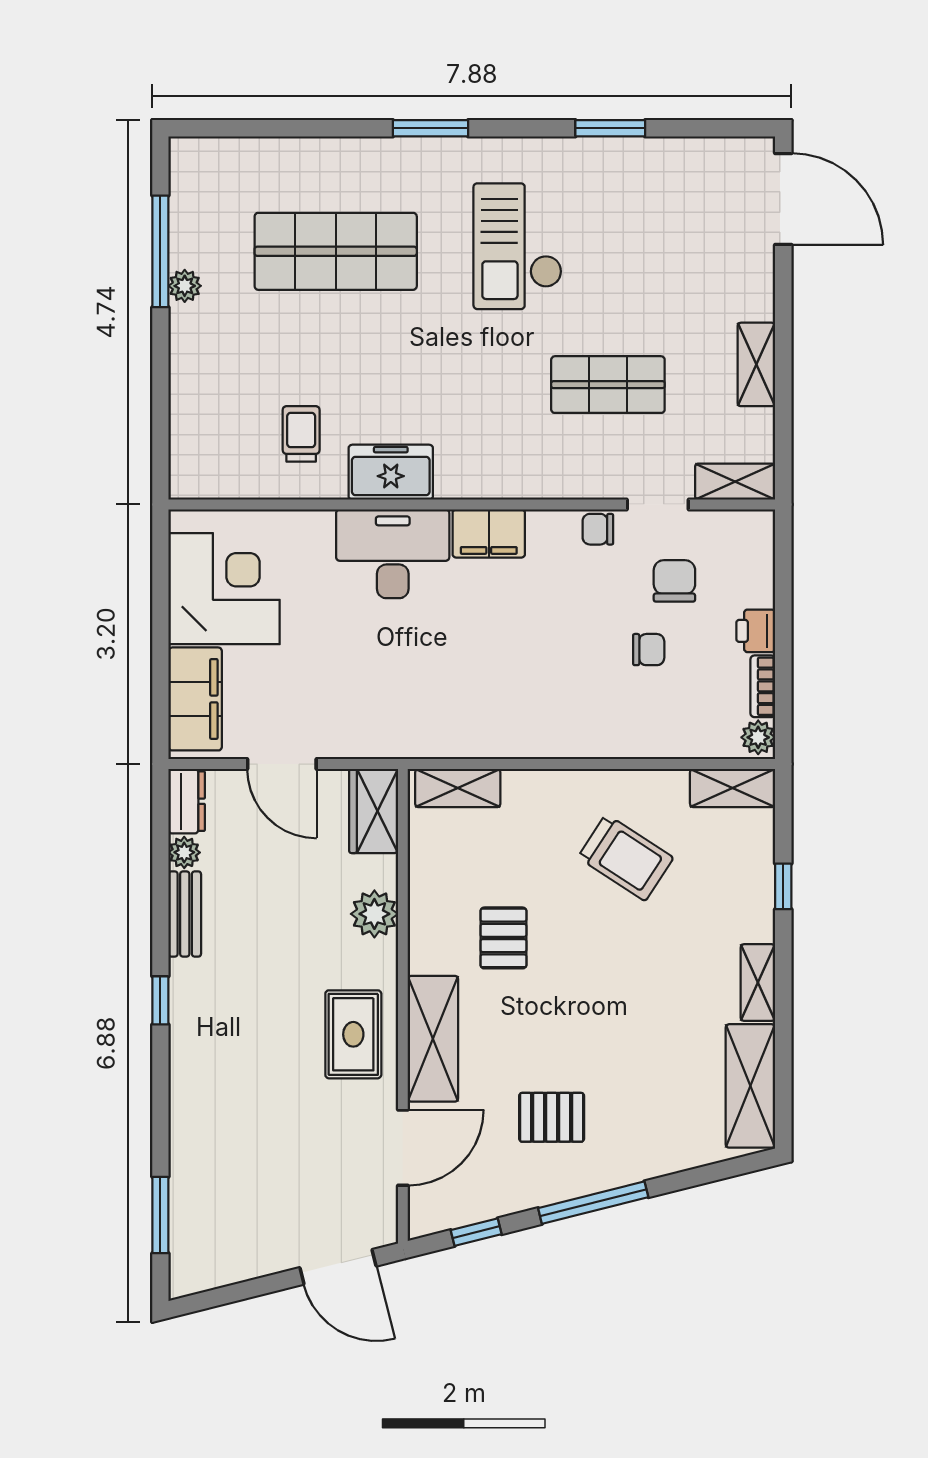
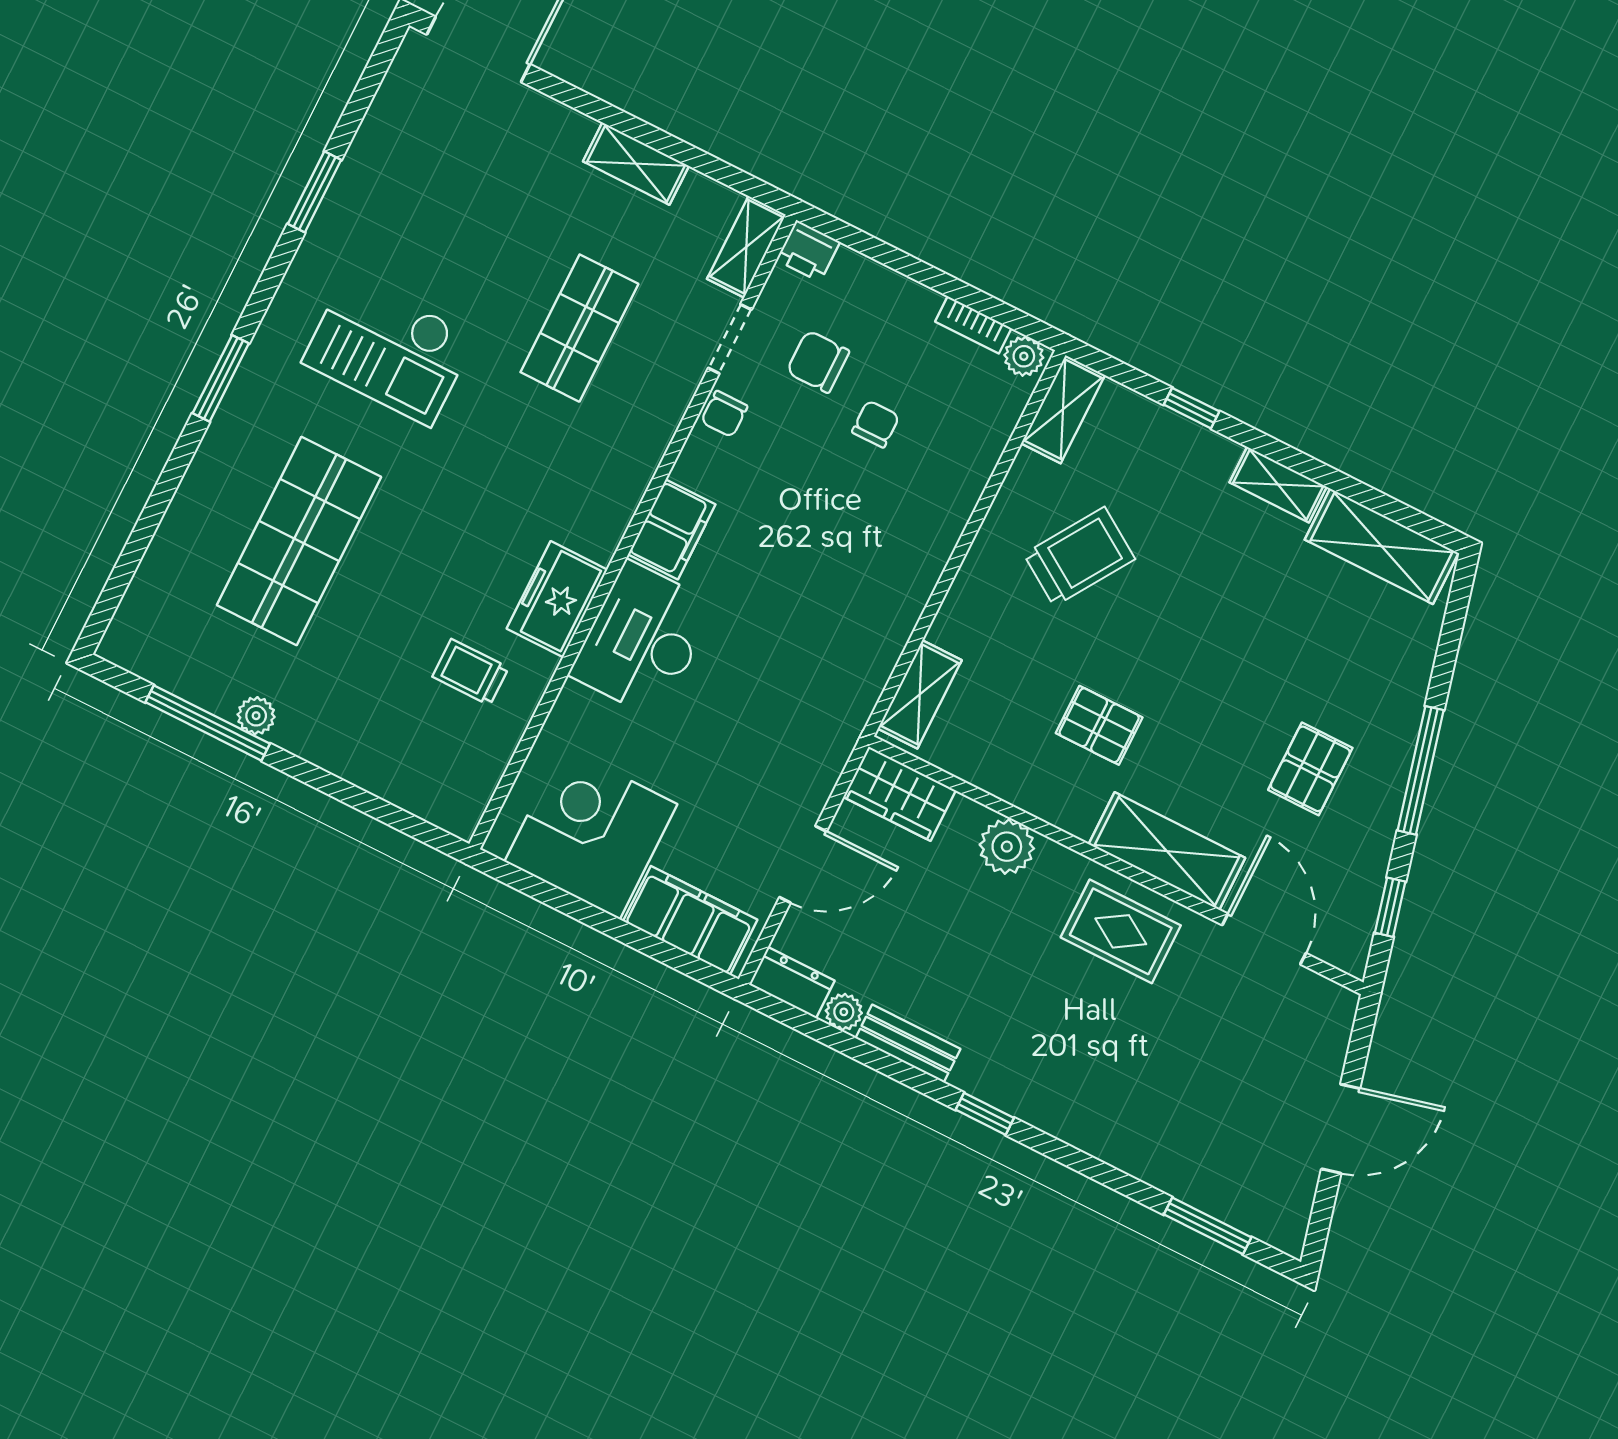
printer: (756, 631) -> (808, 251), moved
door: (338, 1267) -> (1341, 1129), moved

